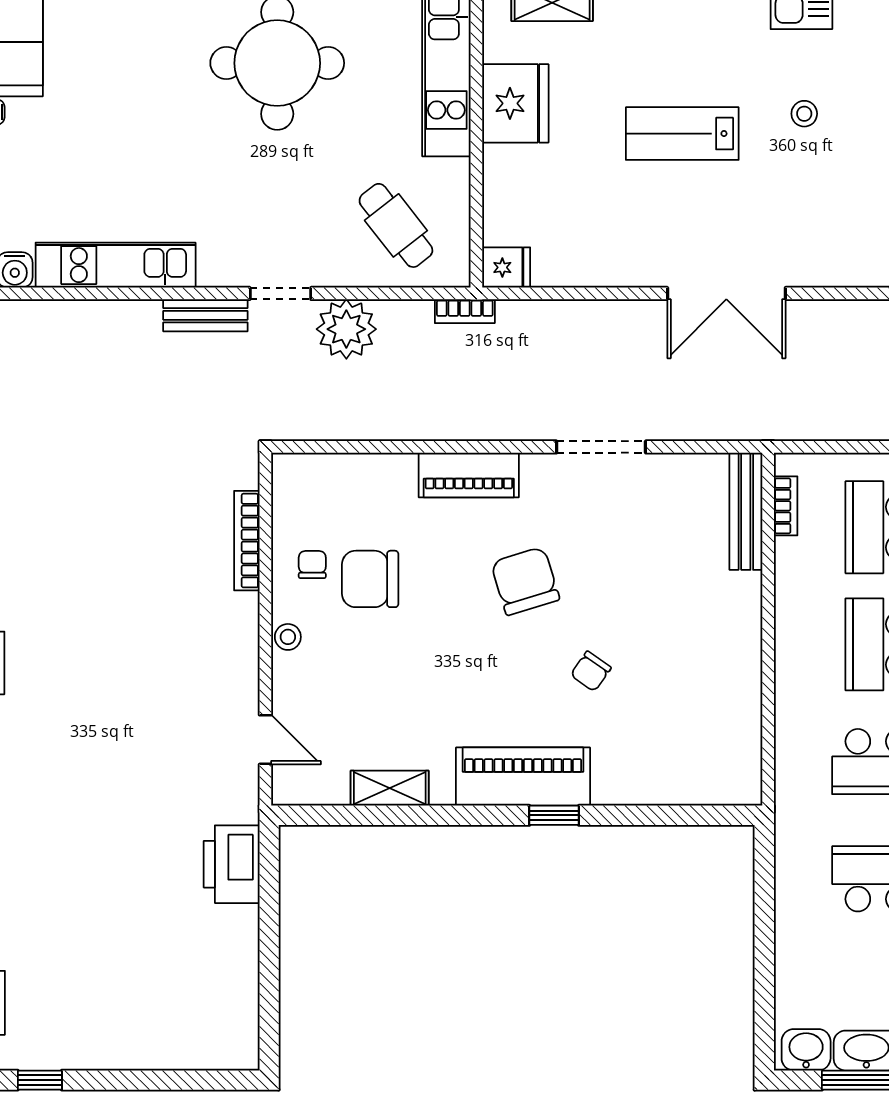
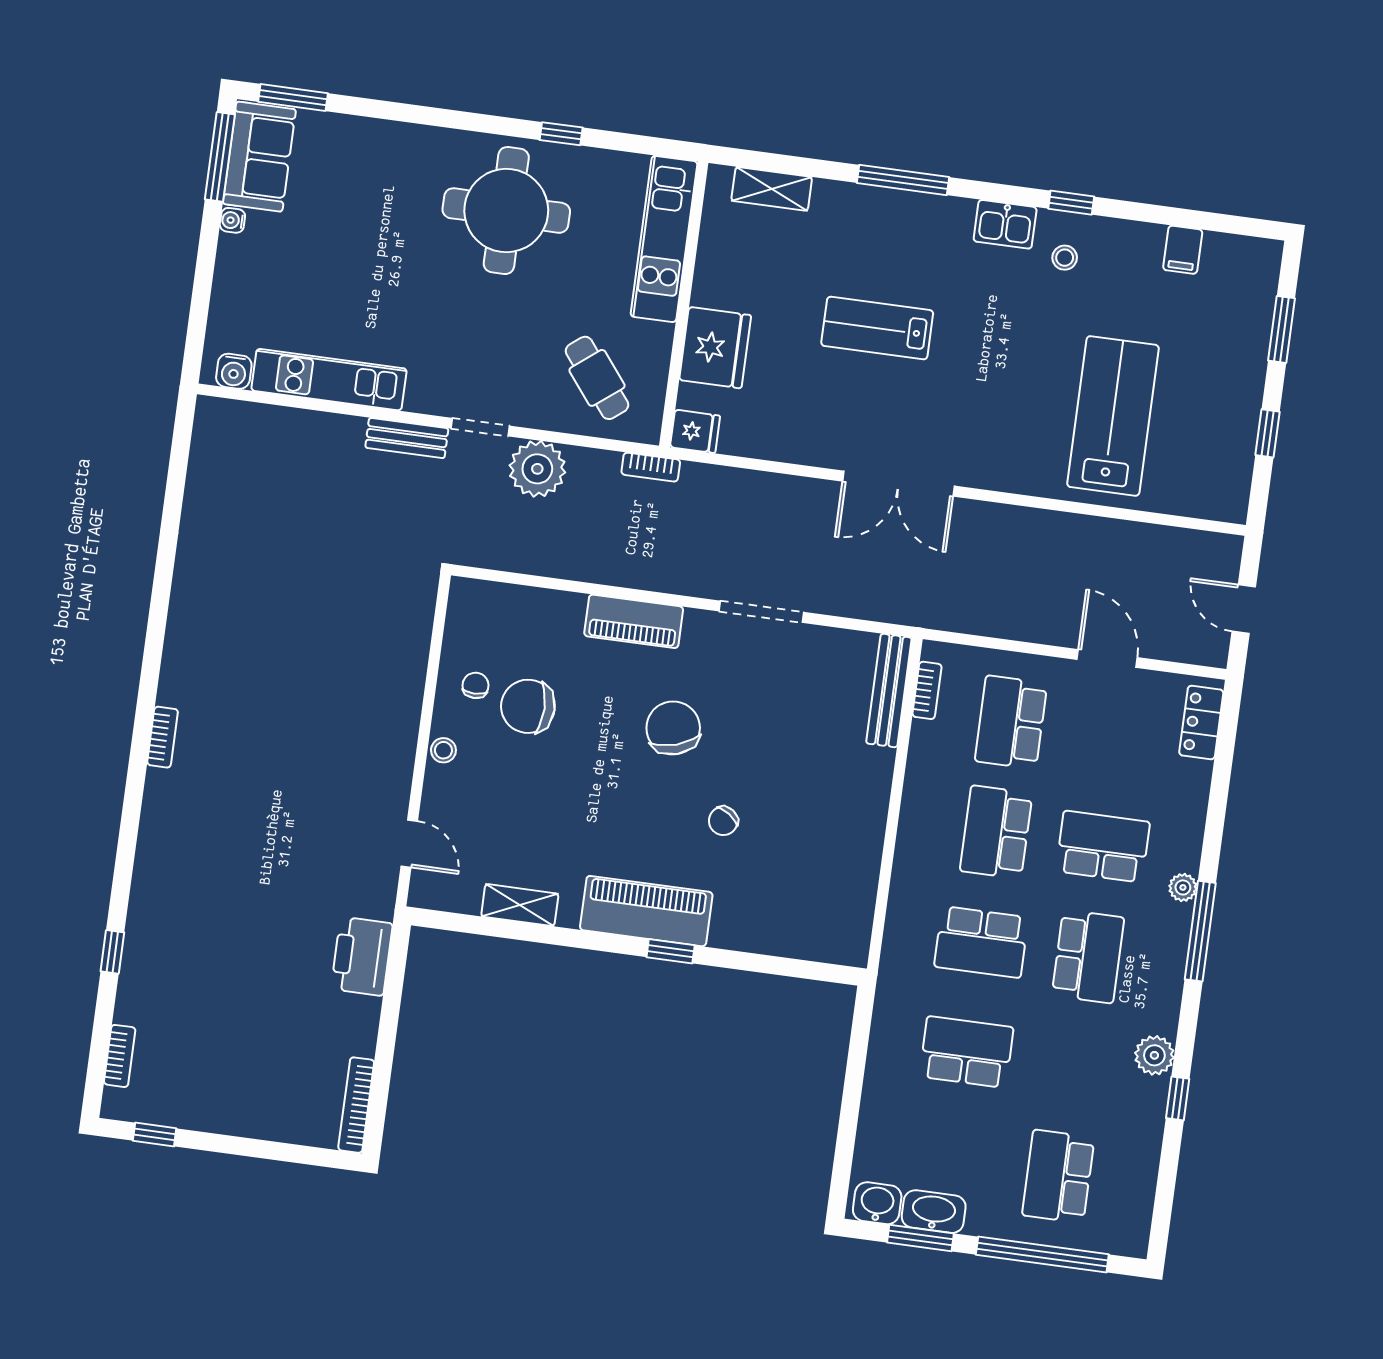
fridge: (515, 103) -> (715, 348), moved
stool: (804, 114) -> (1065, 258), moved
bookcase: (247, 541) -> (356, 1105), moved

